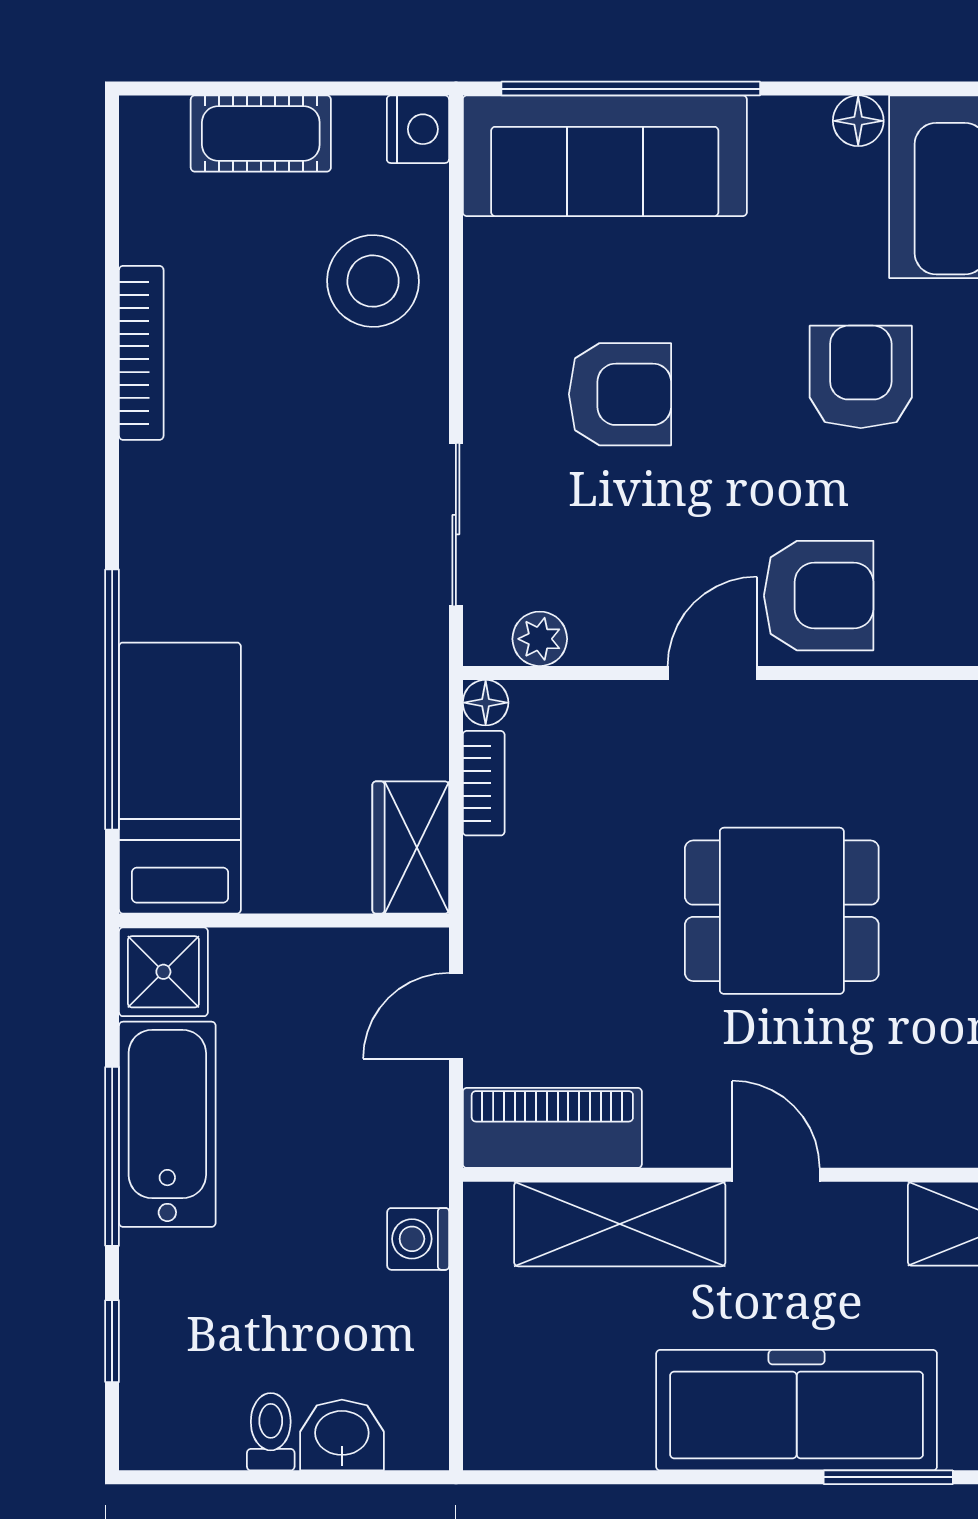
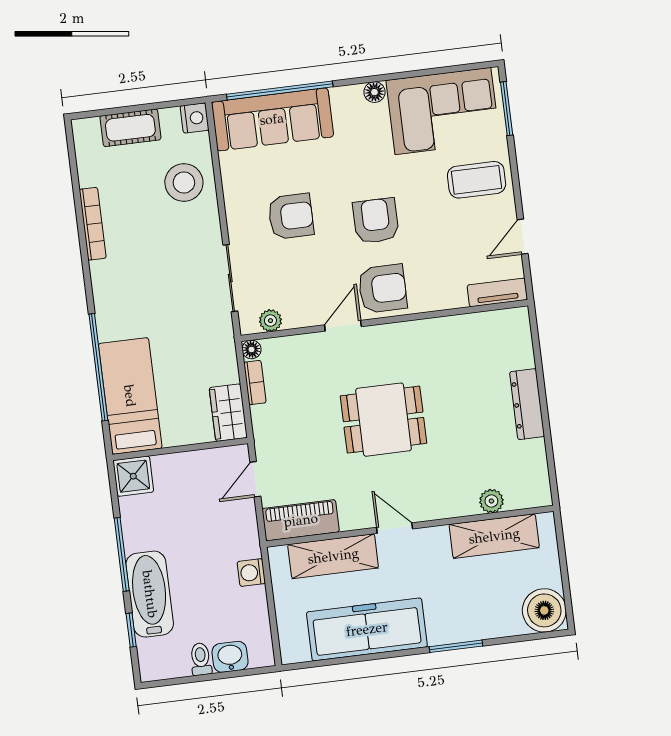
armchair: (861, 377) -> (376, 221), moved
bathtub: (167, 1124) -> (150, 594), moved
freezer: (797, 1410) -> (367, 629), moved

